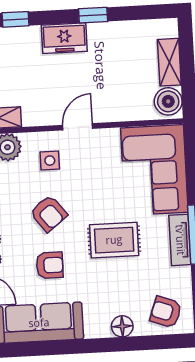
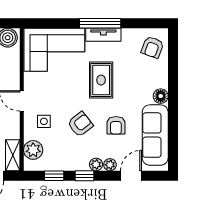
armchair: (50, 265) -> (116, 125), turned 180
floor lamp: (122, 326) -> (161, 96), moved

